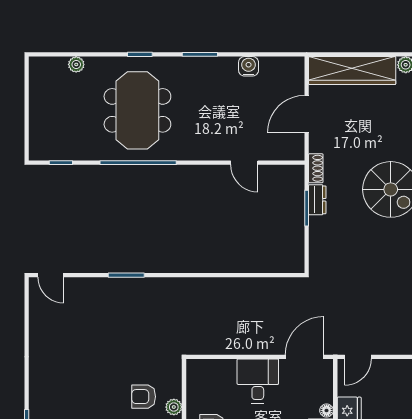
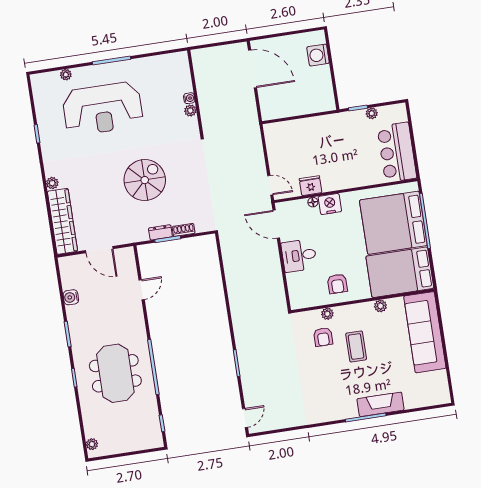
plant: (76, 64) -> (92, 444), moved
meeting table: (137, 110) -> (115, 373), turned 90
shoe rack: (316, 168) -> (184, 230), moved

